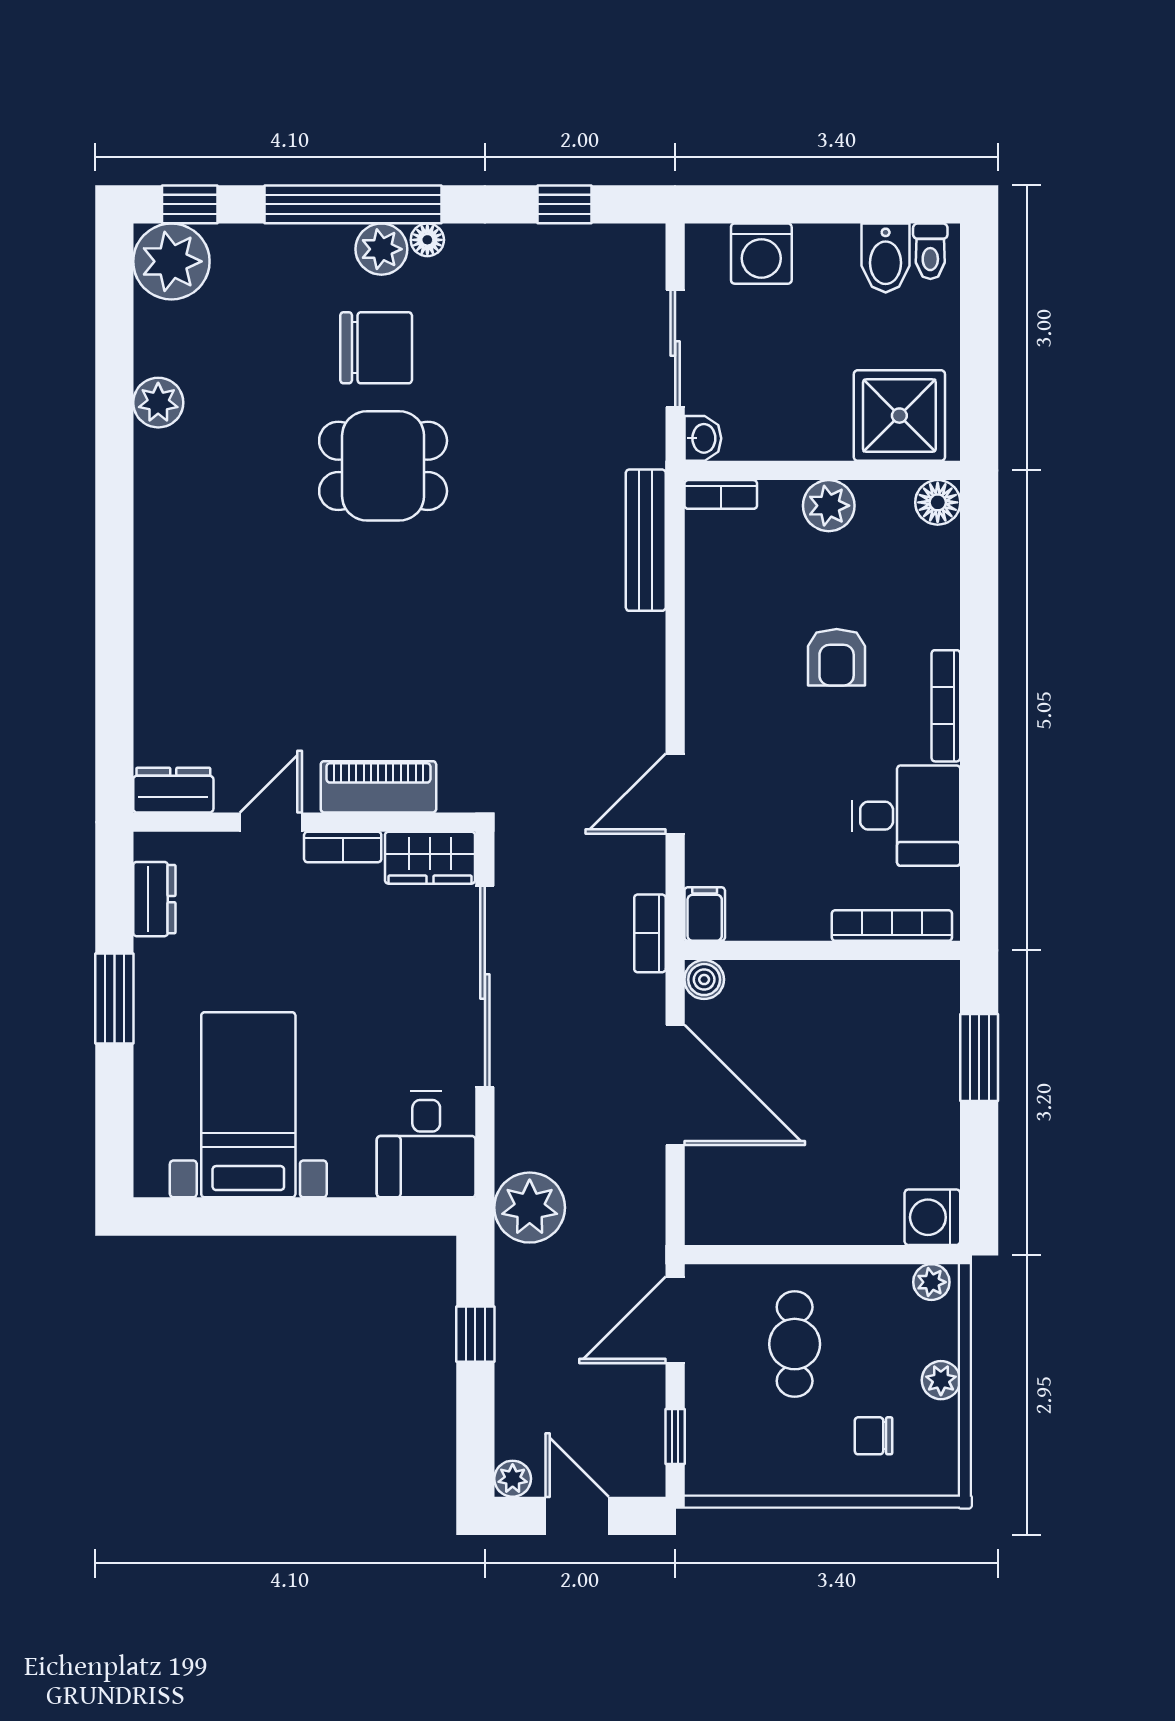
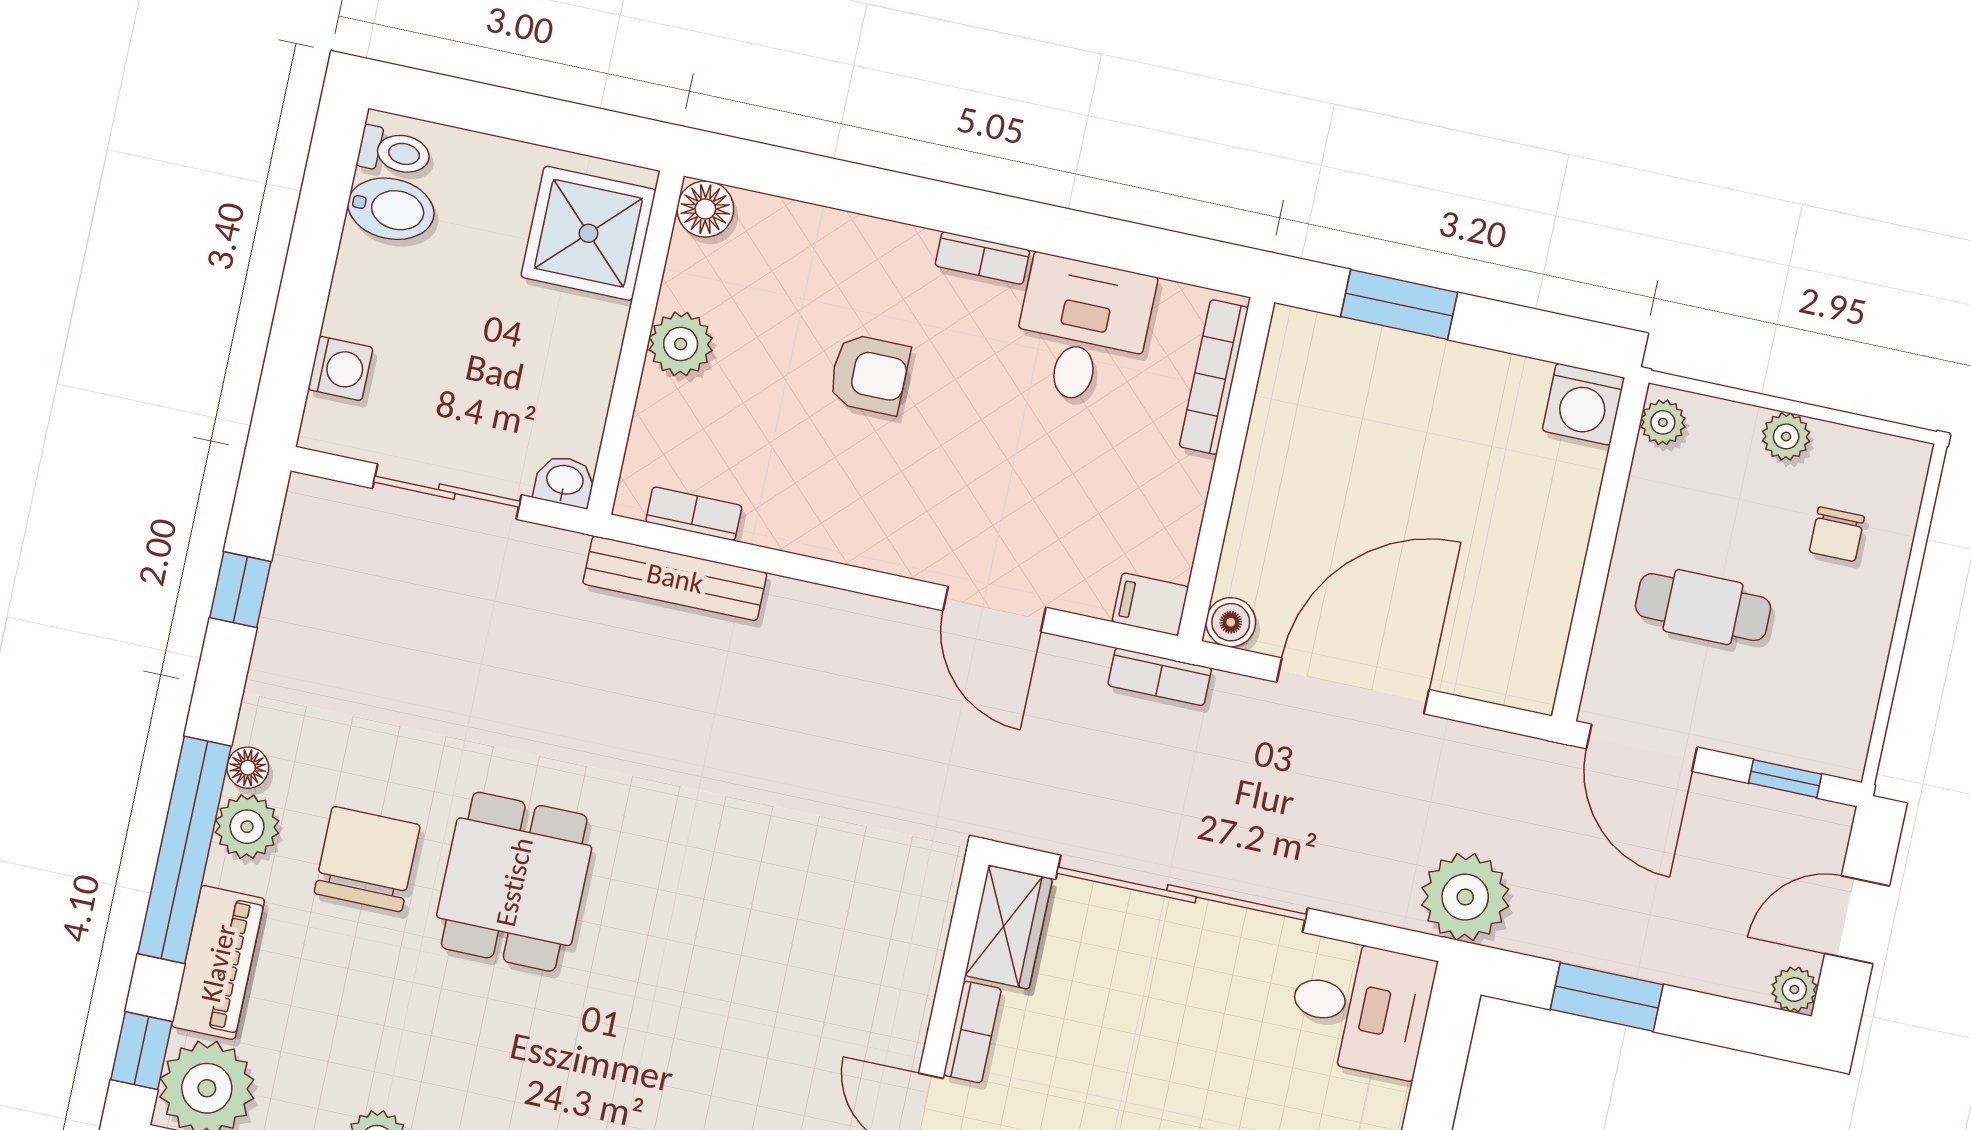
washing machine: (761, 254) -> (340, 368), width x0.73, depth x0.73
bookcase: (721, 494) -> (694, 514), moved, turned -90
bookcase: (946, 706) -> (982, 258), width x0.64
piano: (378, 787) -> (218, 963), moved, turned 180
window: (475, 1334) -> (1607, 997), width x1.50

